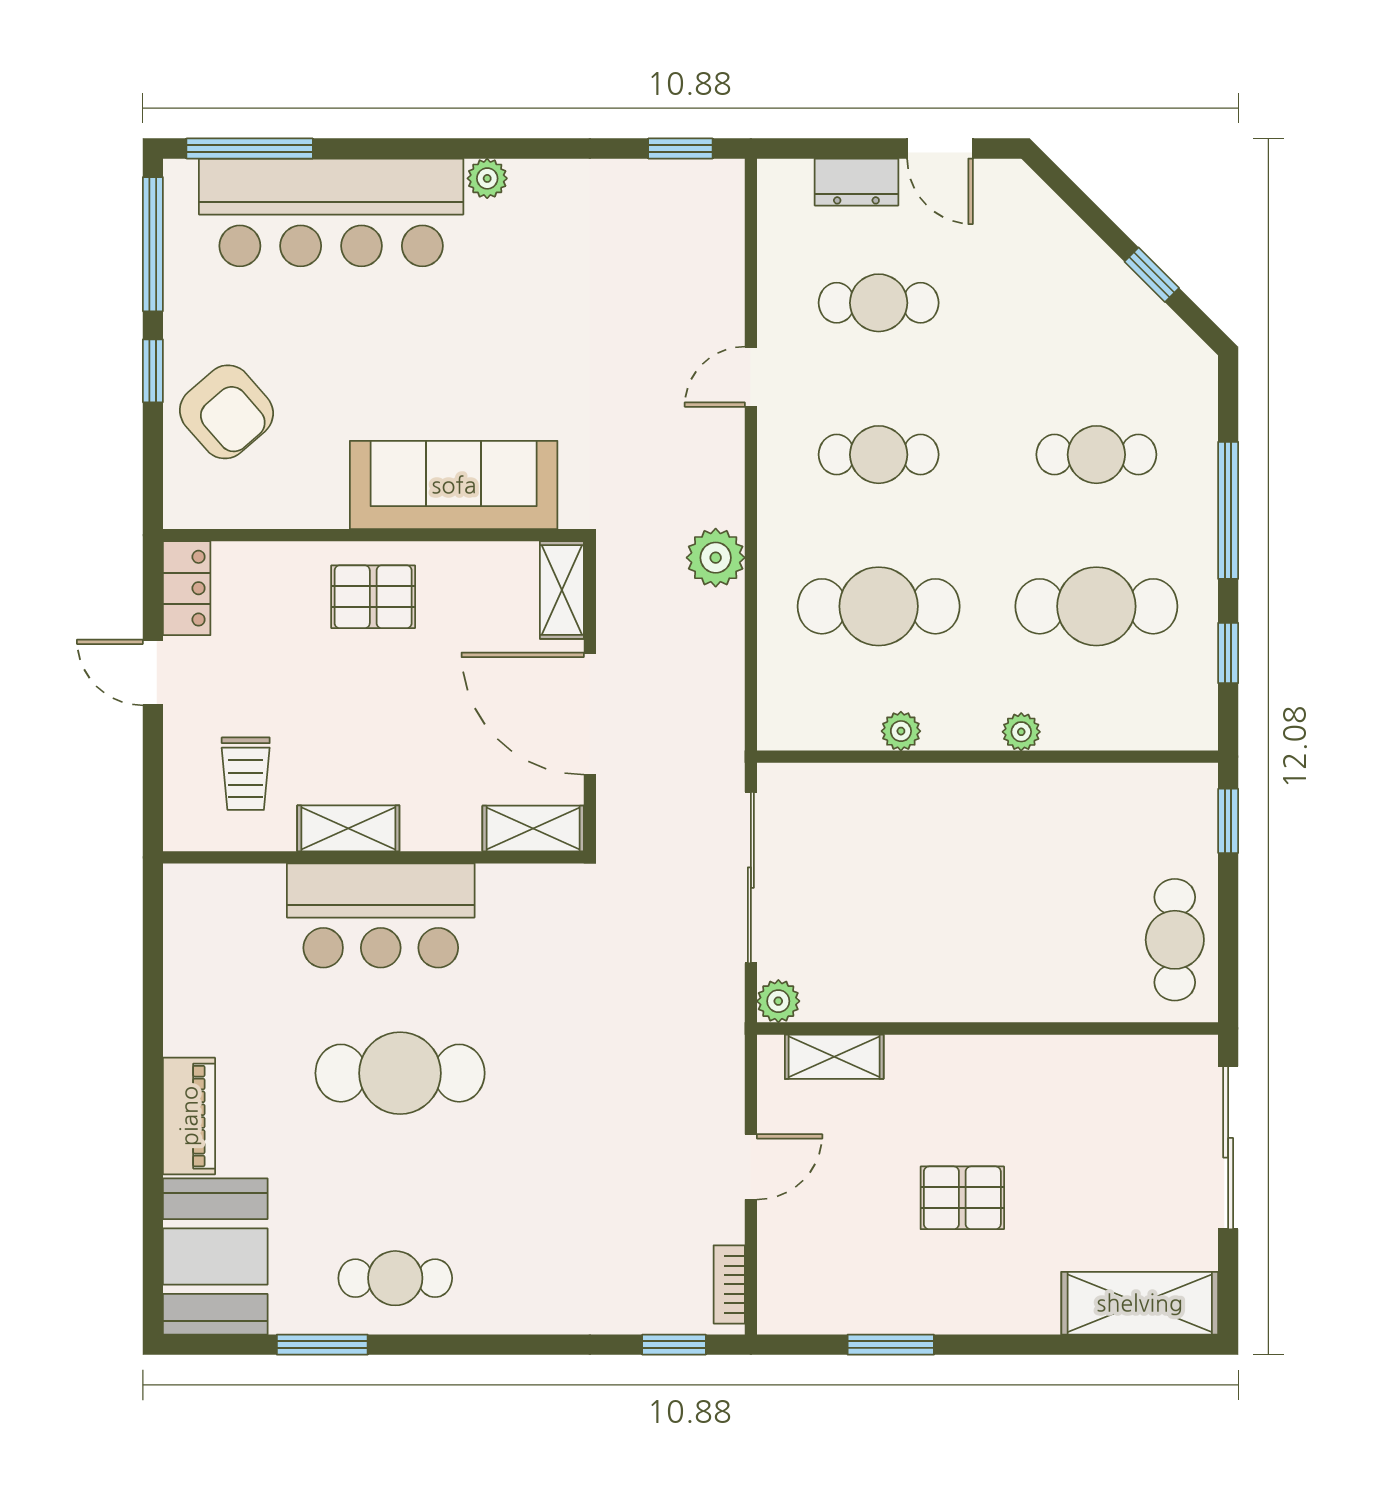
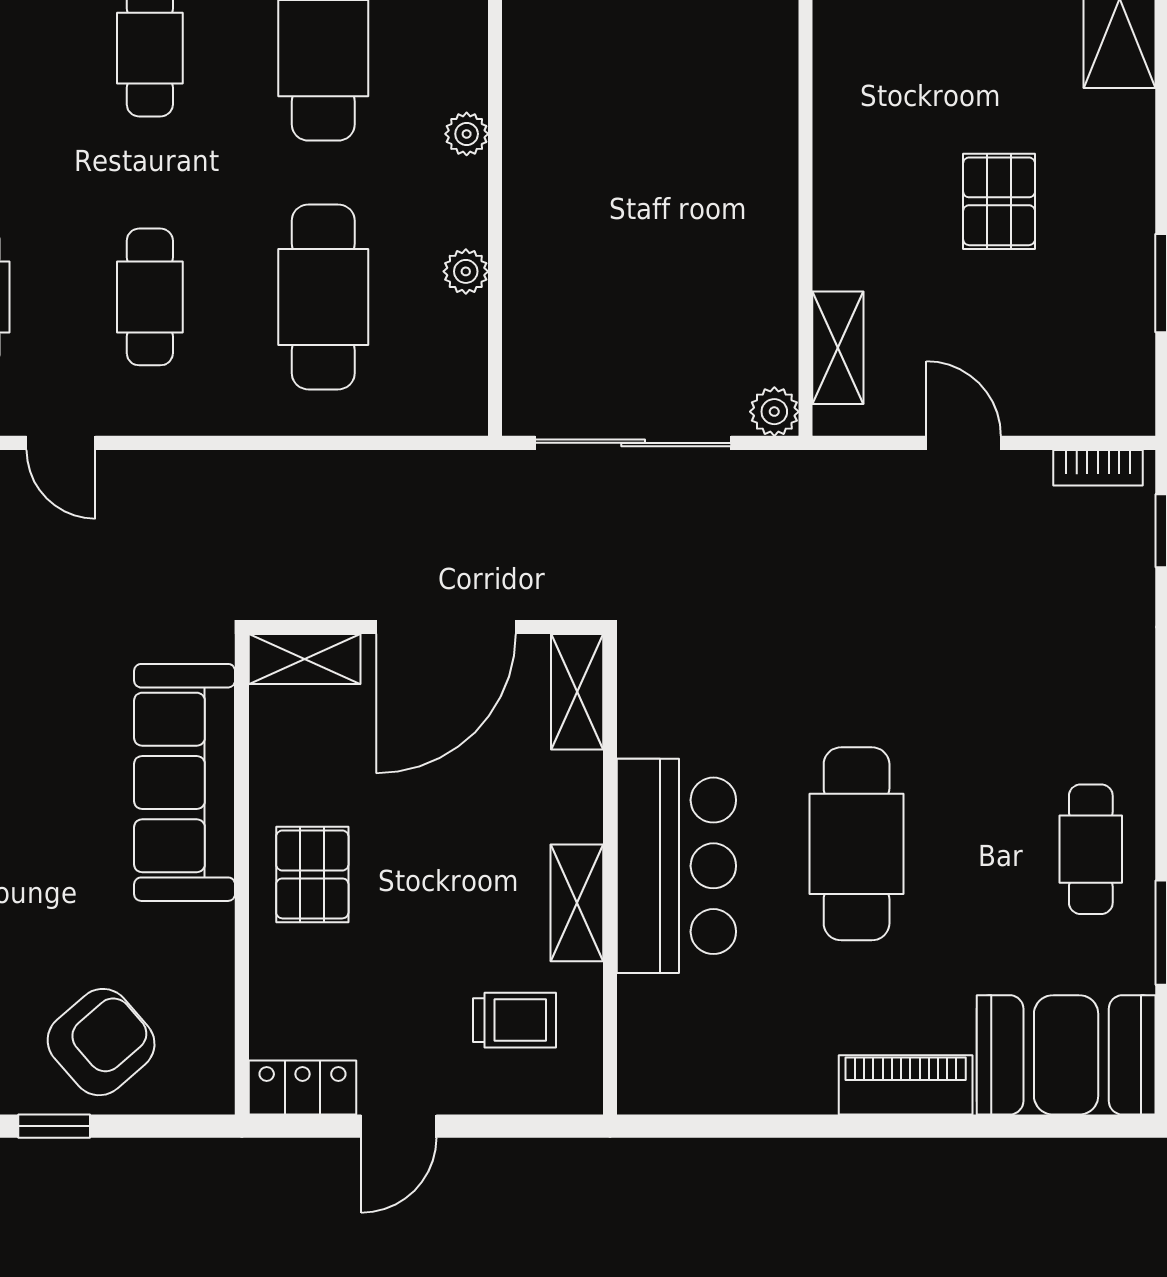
plant: (716, 558) -> (268, 483), removed

